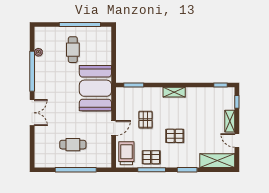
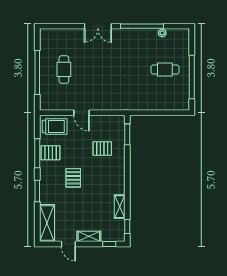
booth: (95, 88) -> (124, 93), removed
shelving: (174, 92) -> (120, 207), moved
pallet: (146, 120) -> (102, 149), moved
door: (237, 140) -> (68, 244), swing flipped
pallet: (151, 157) -> (51, 153), turned 90

